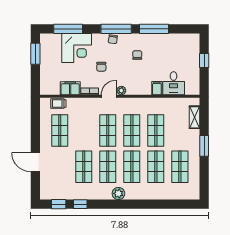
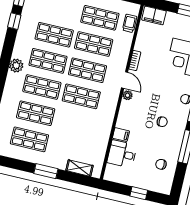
chair: (101, 67) -> (161, 164), moved
filing cabinet: (70, 88) -> (154, 15), moved, turned 90
shop shelf: (156, 131) -> (94, 44), moved

